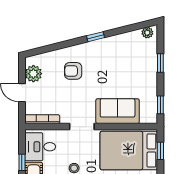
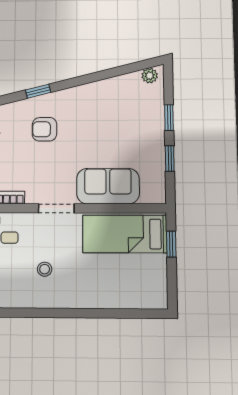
window: (96, 37) -> (38, 91), moved
window: (160, 105) -> (170, 158), moved
bed: (129, 150) -> (125, 234), width x0.67

